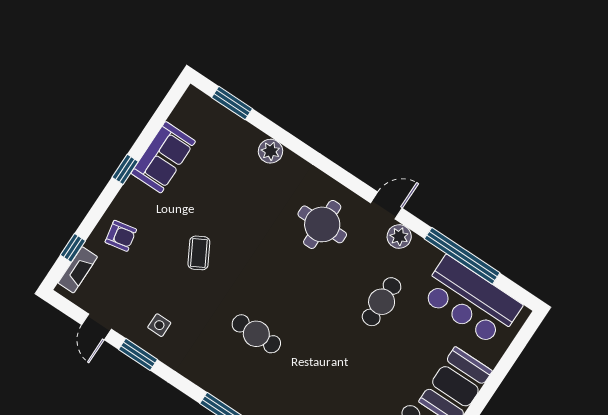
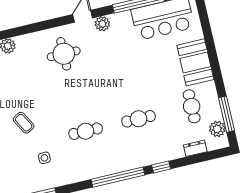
cafe table: (382, 302) -> (139, 119), moved, turned 90
side table: (159, 325) -> (44, 158), moved

